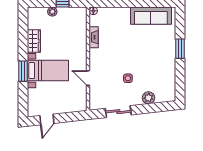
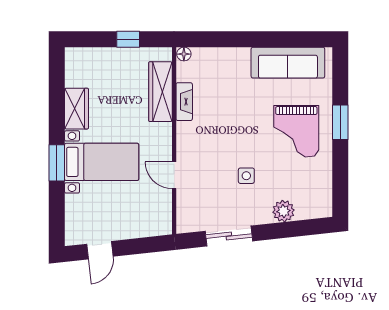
plant: (52, 12) -> (110, 55), removed
wardrobe: (80, 32) -> (160, 92), added
grand piano: (156, 54) -> (296, 131), added

